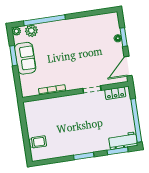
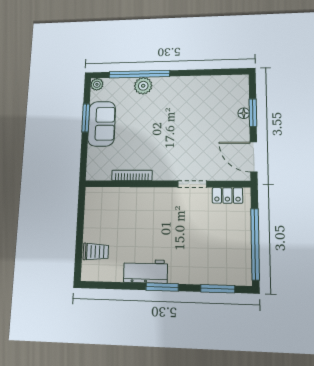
plant: (31, 31) -> (143, 86), moved
door: (128, 66) -> (254, 157), hinge flipped
workbench: (123, 141) -> (146, 271), moved

